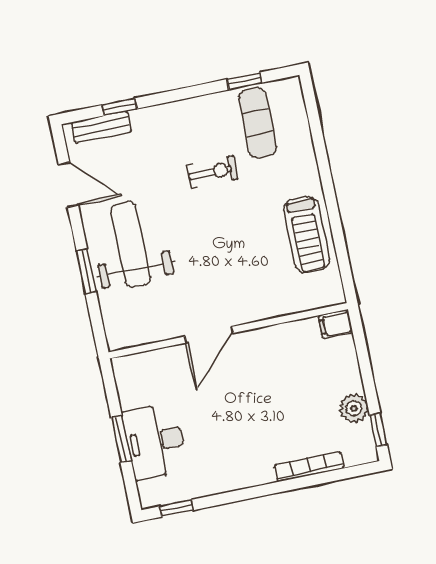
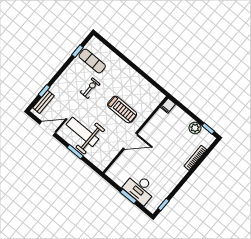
treadmill: (307, 235) -> (122, 109), moved
door: (209, 335) -> (130, 141), hinge flipped

